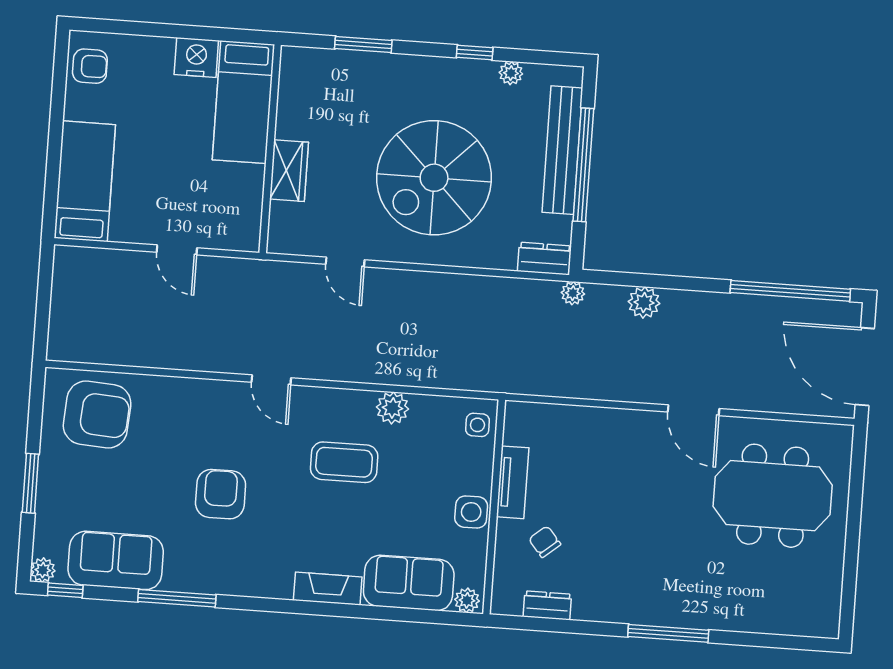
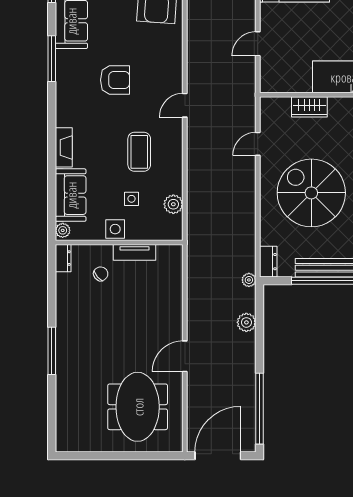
plant: (393, 408) -> (173, 204), moved
side table: (477, 425) -> (131, 199), moved
dresser: (547, 605) -> (63, 258), moved

